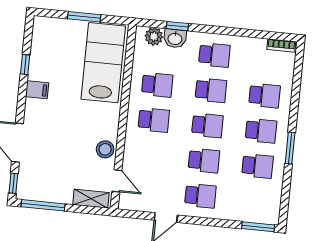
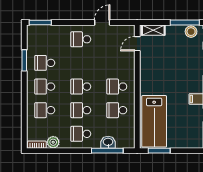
window: (84, 17) -> (159, 151), moved
window: (177, 26) -> (107, 151), width x2.17
plant: (154, 36) -> (53, 142), moved
window: (290, 148) -> (24, 60), moved
stool: (105, 149) -> (191, 32), moved
school desk: (204, 161) -> (81, 63), removed
door: (117, 181) -> (137, 44), hinge flipped

